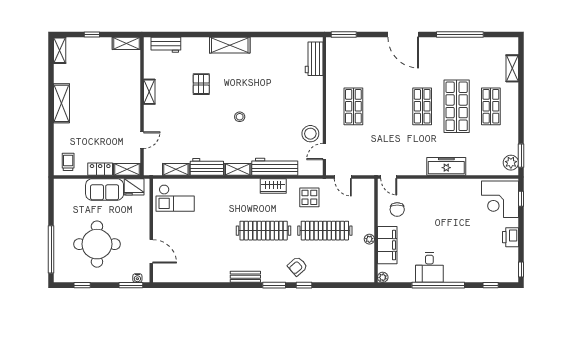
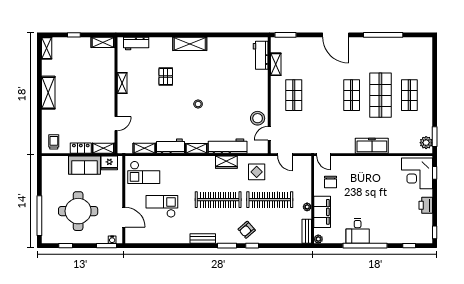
shelving: (512, 68) -> (276, 64), moved
checkout: (197, 238) -> (162, 206), added
bench: (369, 268) -> (307, 231), added

